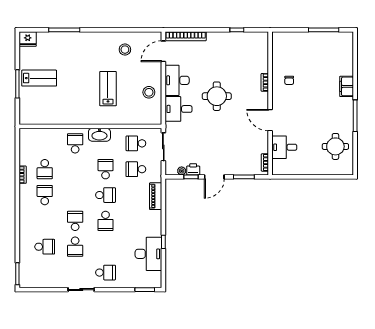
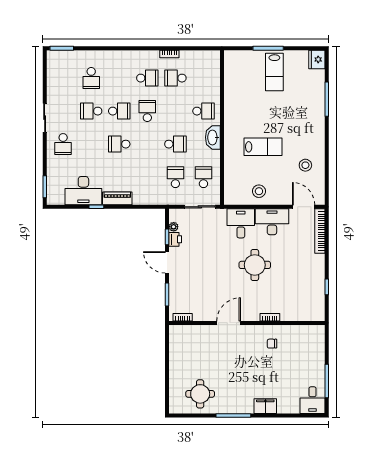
desk: (284, 147) -> (313, 400), moved, turned 180
school desk: (106, 195) -> (147, 111), moved, turned 180
piano: (156, 196) -> (117, 198), moved

